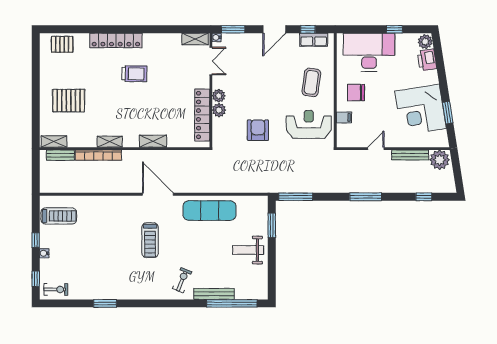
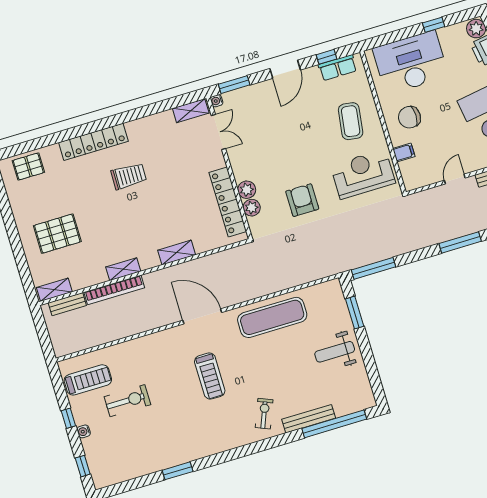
plant: (219, 96) -> (252, 208), moved
exercise bike: (56, 289) -> (127, 401), moved, width x1.38, depth x1.39

